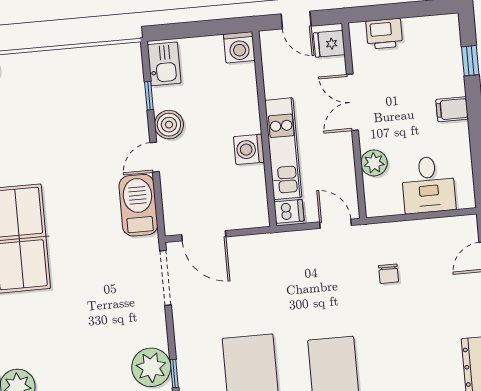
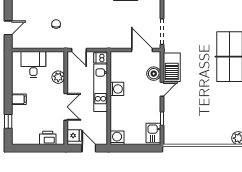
boiler: (169, 125) -> (154, 74), moved

